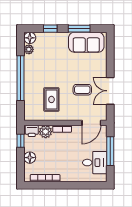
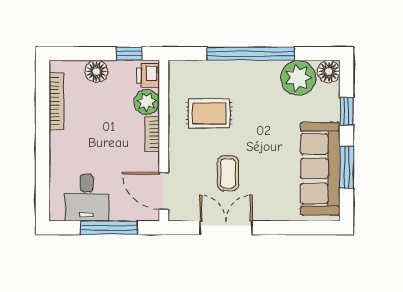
sofa: (86, 42) -> (320, 169), width x1.36
plant: (29, 49) -> (298, 78), width x1.88, depth x1.88

